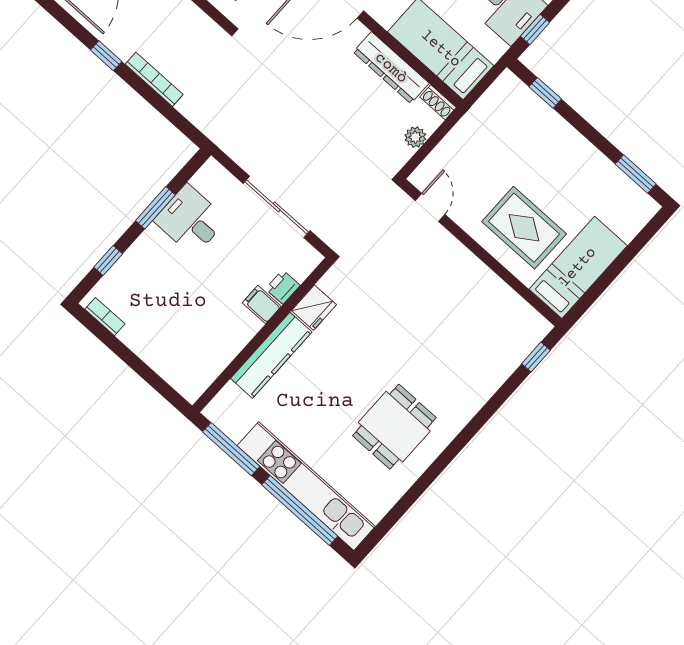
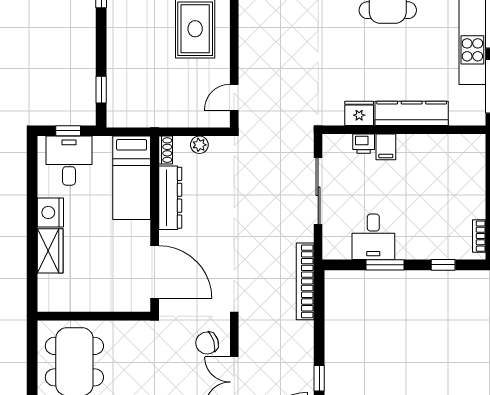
bookcase: (154, 79) -> (305, 281), moved, width x1.48, depth x1.31

